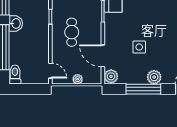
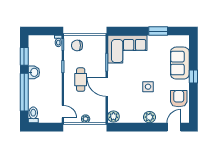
side table: (139, 47) -> (148, 87), moved
door: (103, 56) -> (107, 87), moved
window: (143, 89) -> (140, 127), removed

